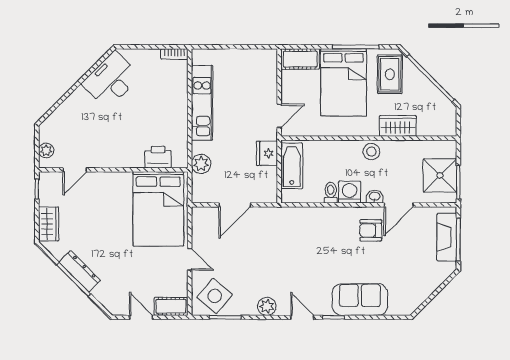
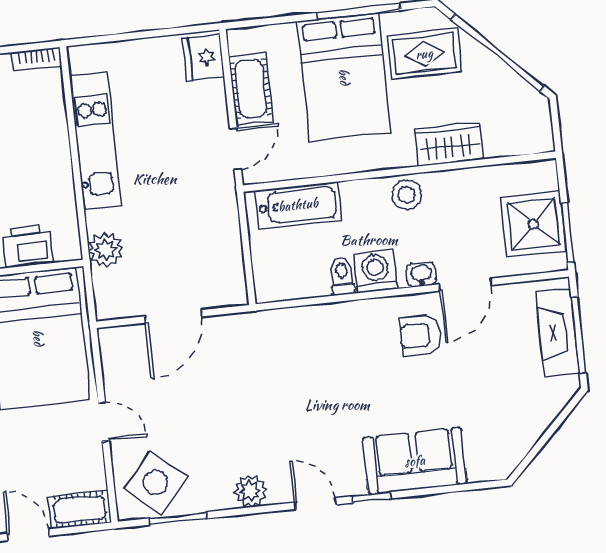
cot: (300, 59) -> (251, 89), moved, turned 90
rug: (390, 74) -> (424, 54), turned 90
fridge: (267, 153) -> (203, 57), moved
bathtub: (292, 166) -> (298, 205), moved, turned 90

